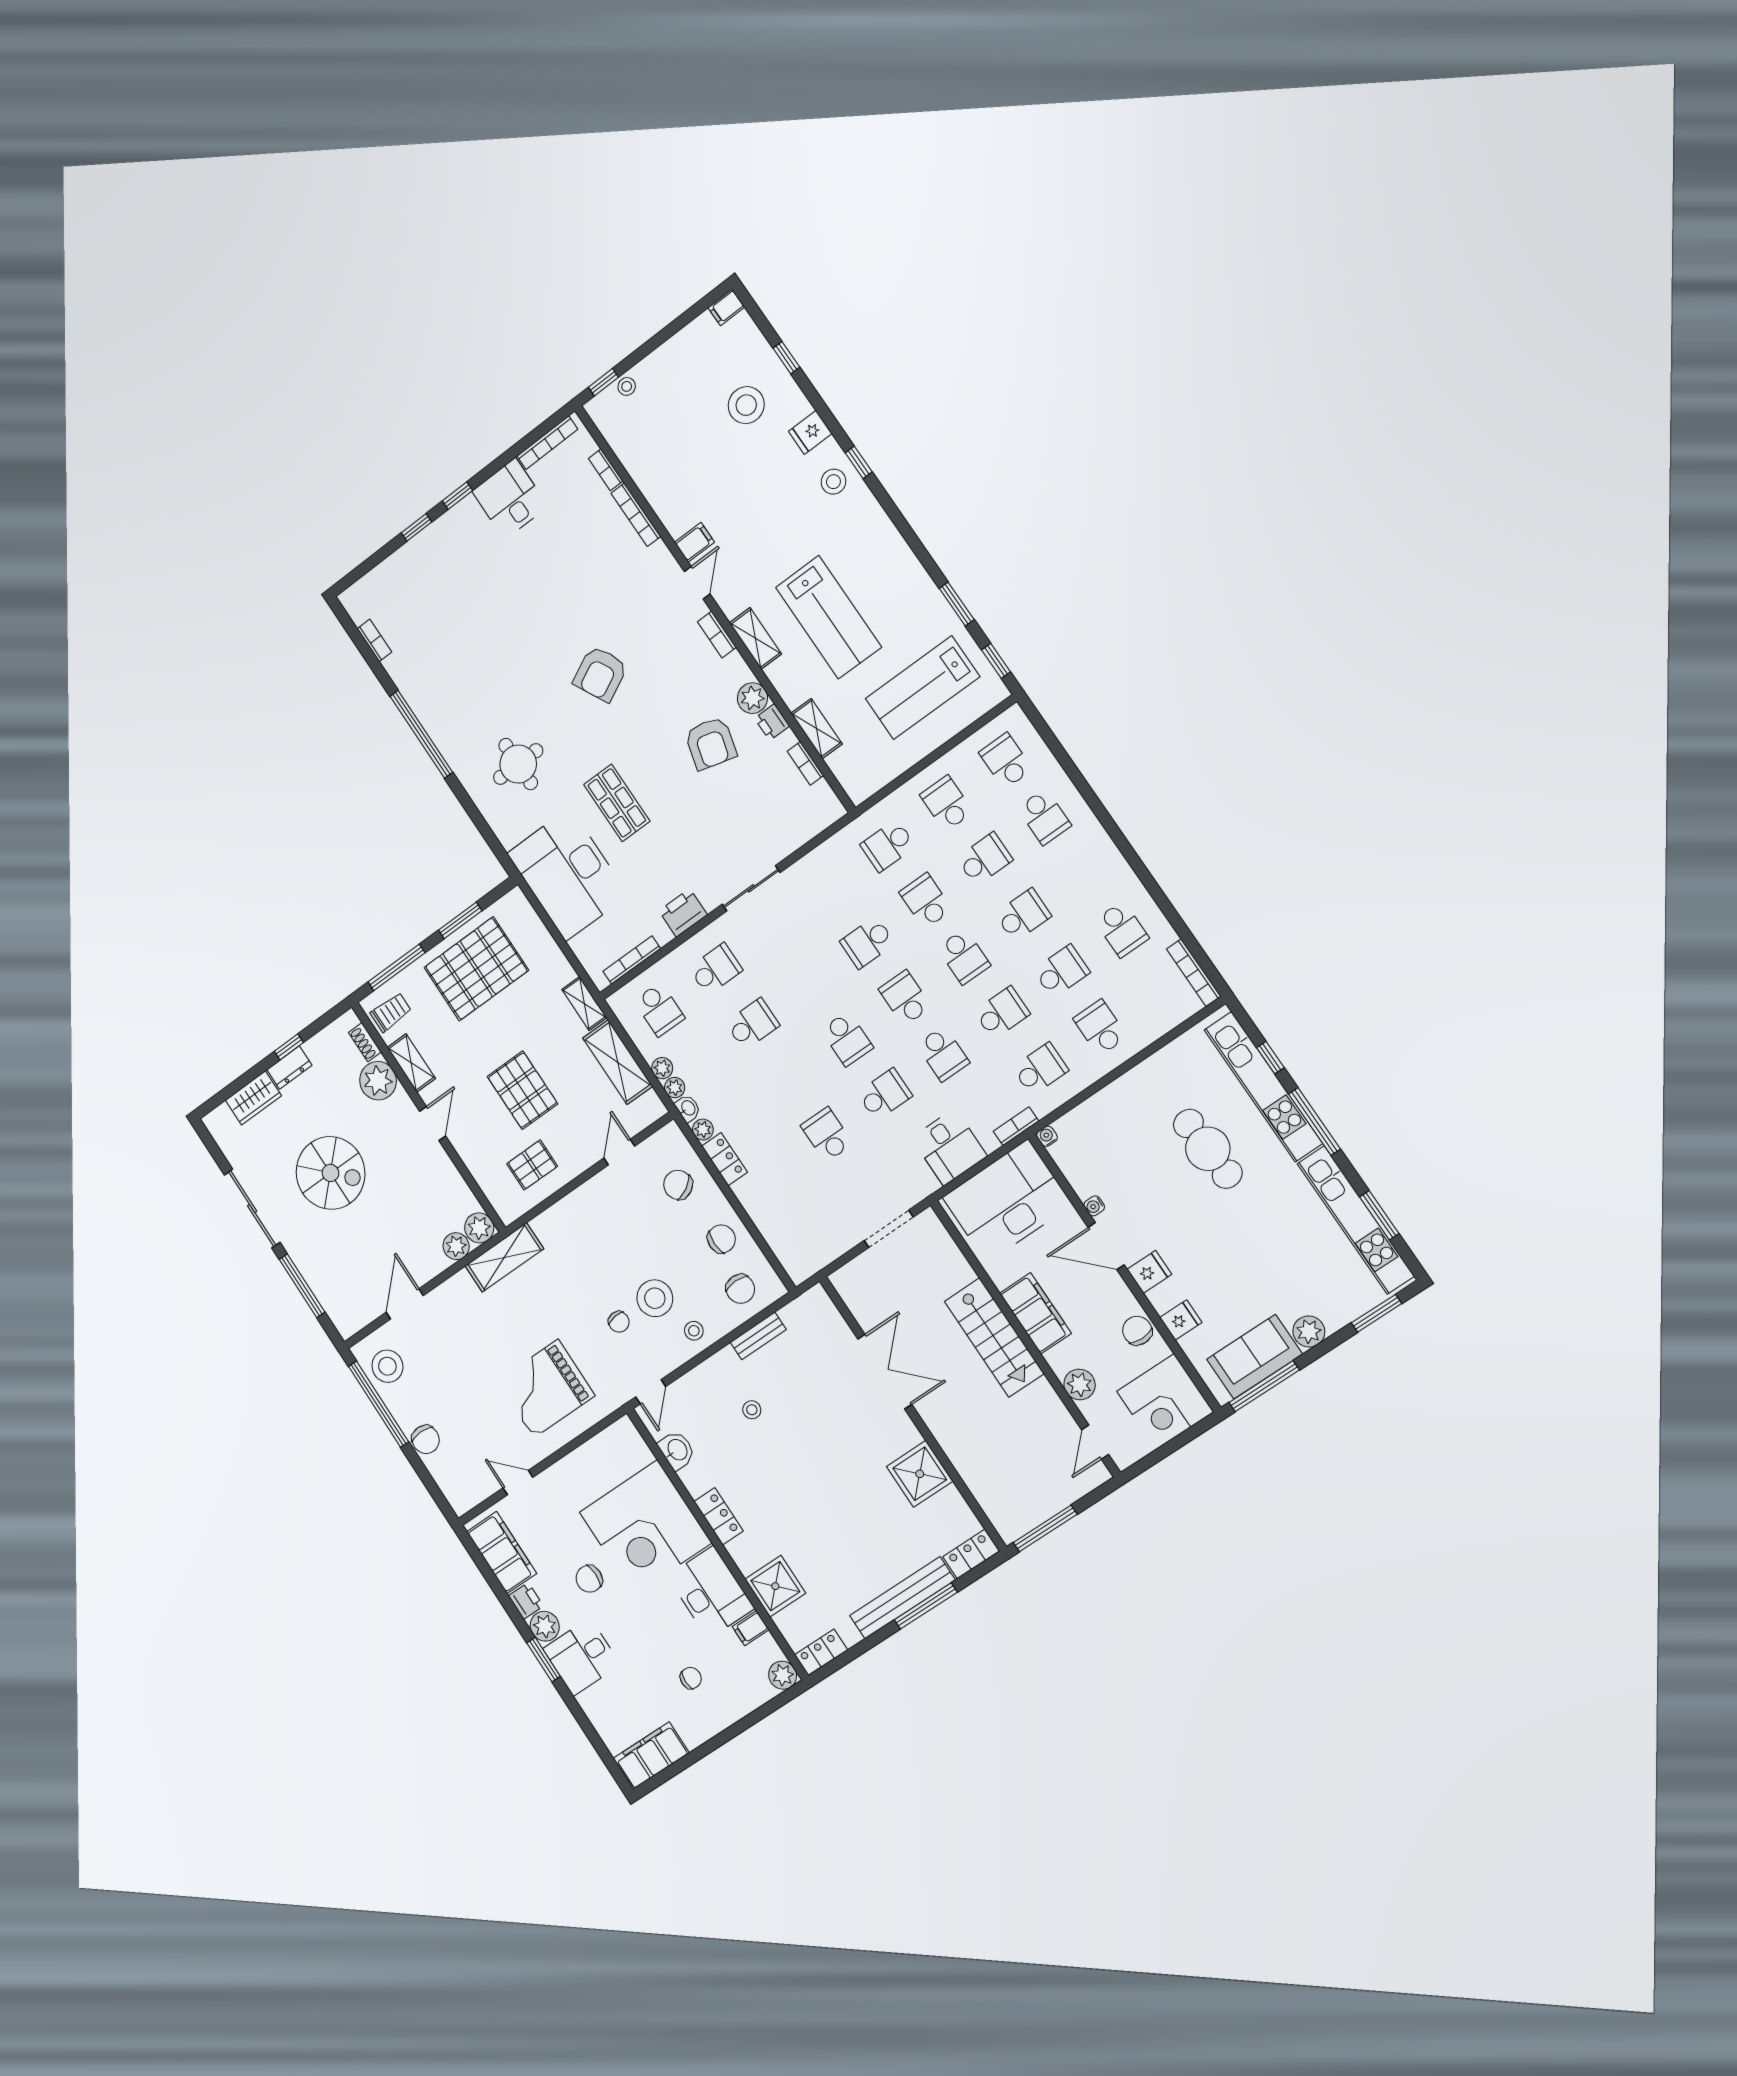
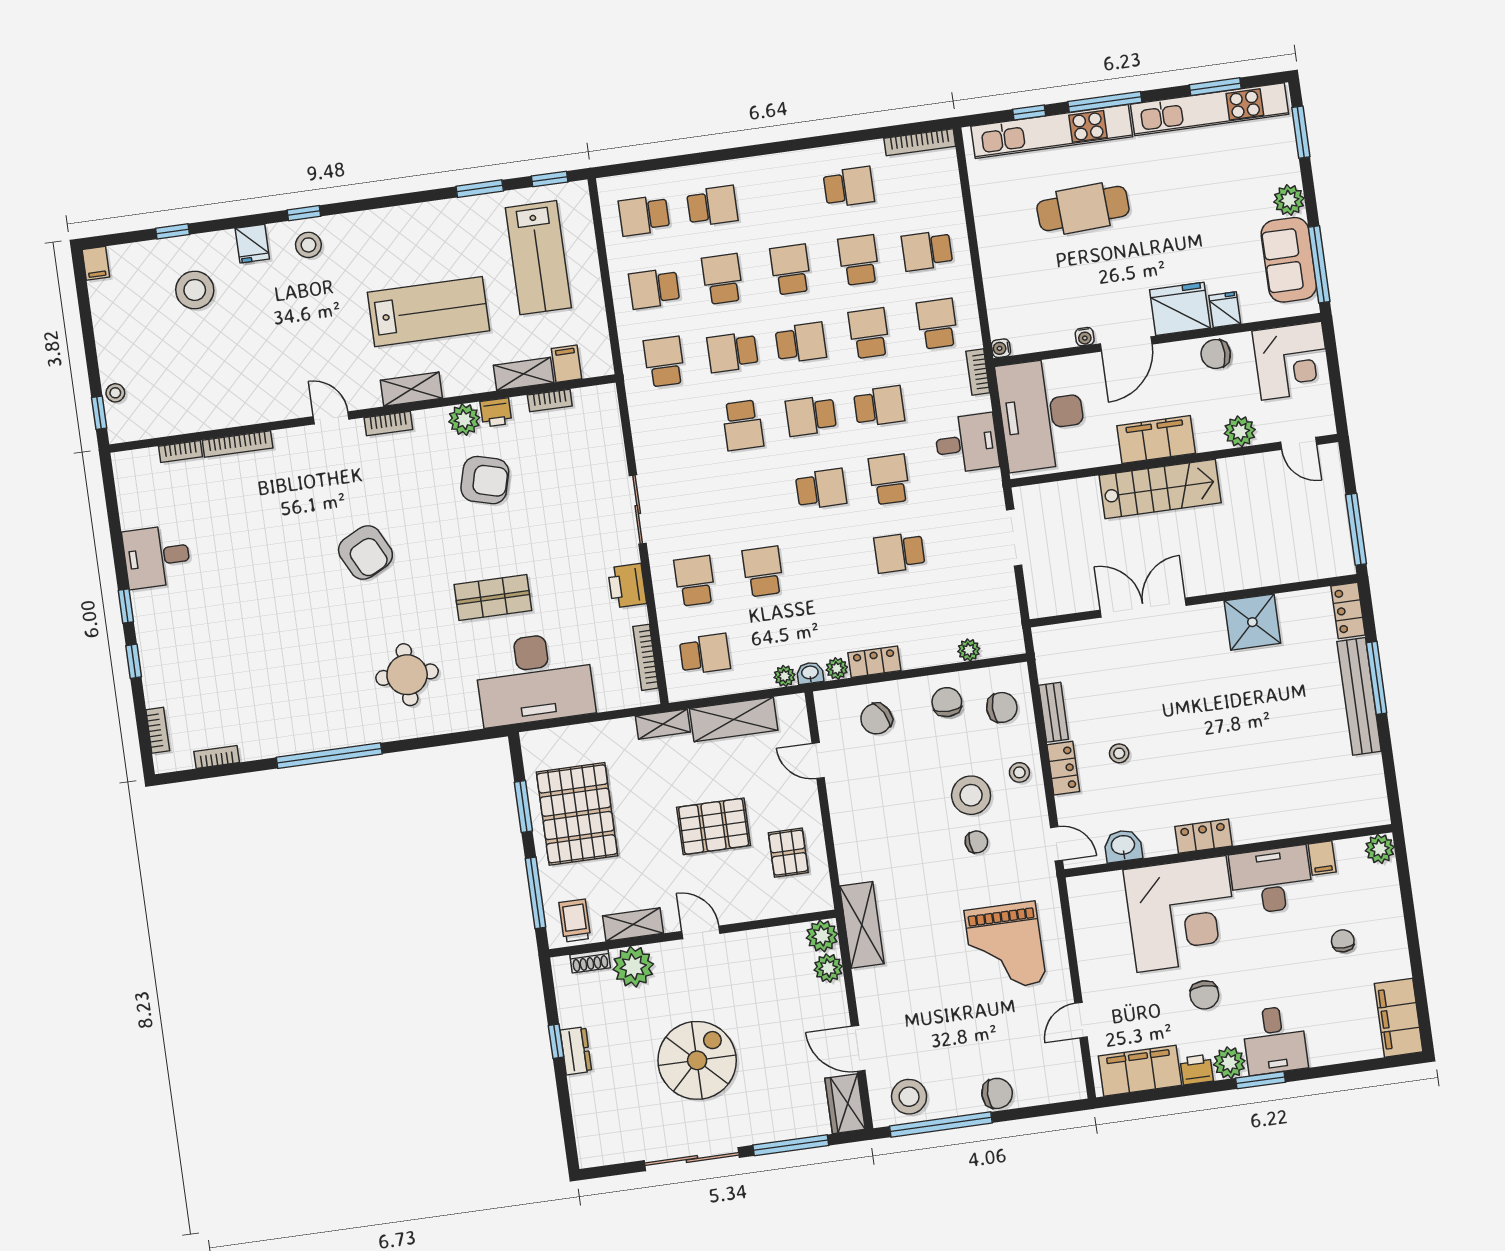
bookcase: (547, 443) -> (158, 730), moved, width x0.64
filing cabinet: (695, 542) -> (567, 364), moved
school desk: (888, 845) -> (664, 362), turned 180
plant: (662, 1068) -> (969, 650), moved
wardrobe: (253, 1098) -> (845, 1104), moved, turned 180
fridge: (1149, 1272) -> (1180, 309), width x1.88, depth x1.34
shower: (775, 1586) -> (1294, 814), removed
locker: (821, 1652) -> (1063, 768), moved, turned 180

